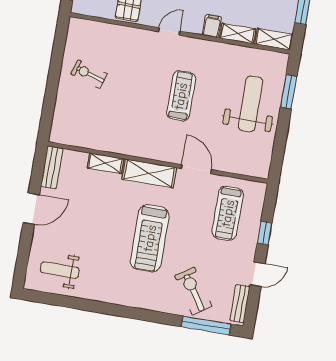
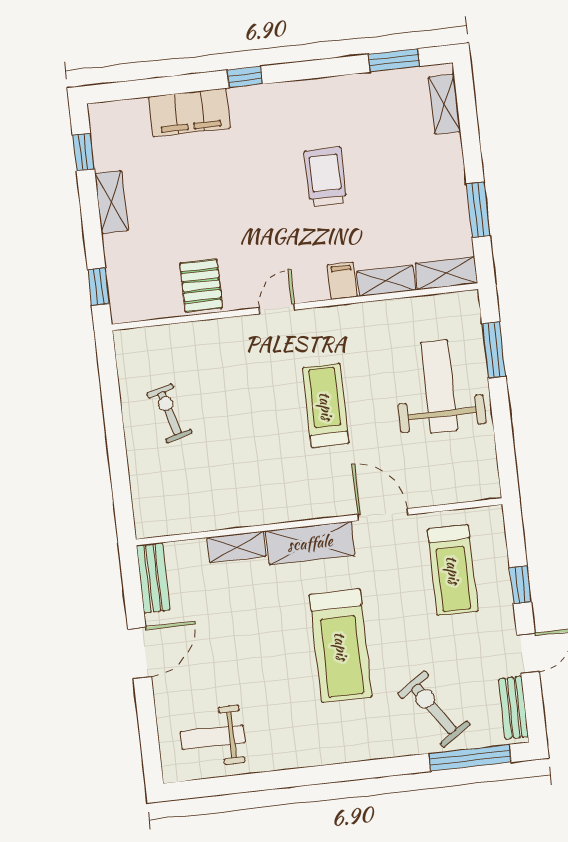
exercise bike: (89, 74) -> (169, 413), turned 57

